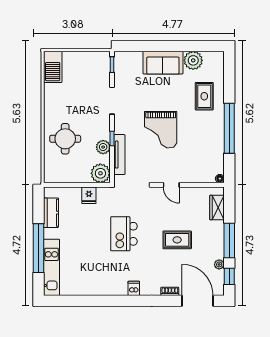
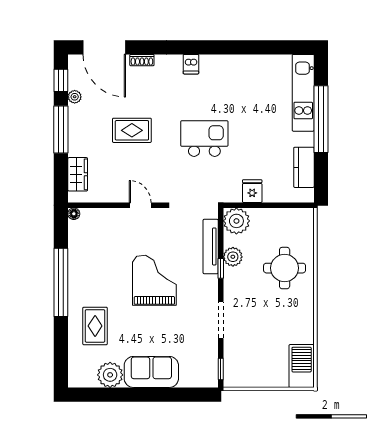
kitchen island: (124, 234) -> (204, 139), turned -90

